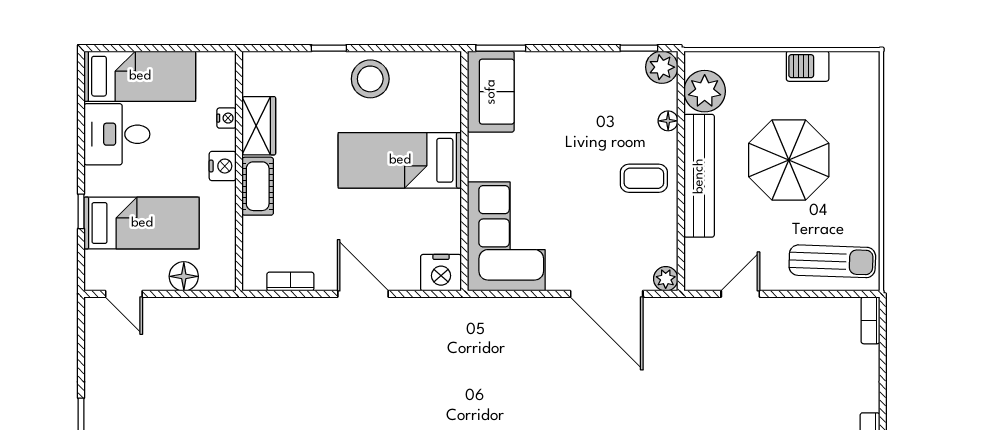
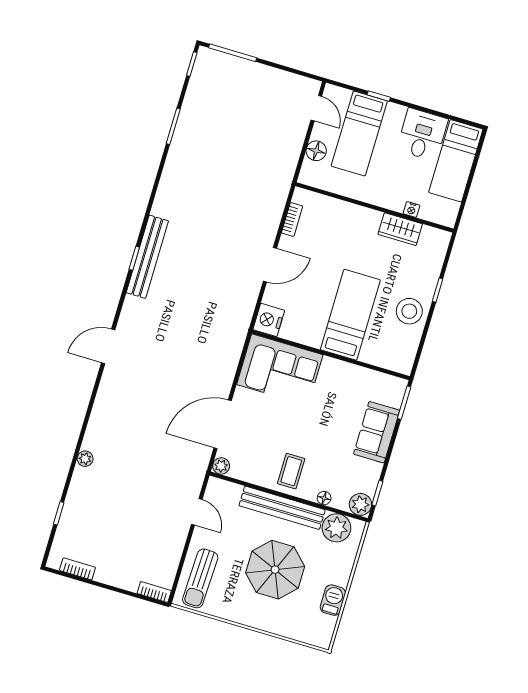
sofa: (491, 92) -> (377, 432), moved, turned 90
nightstand: (223, 166) -> (381, 198), removed
cot: (258, 186) -> (361, 217), removed
door: (124, 294) -> (316, 108), swing flipped

